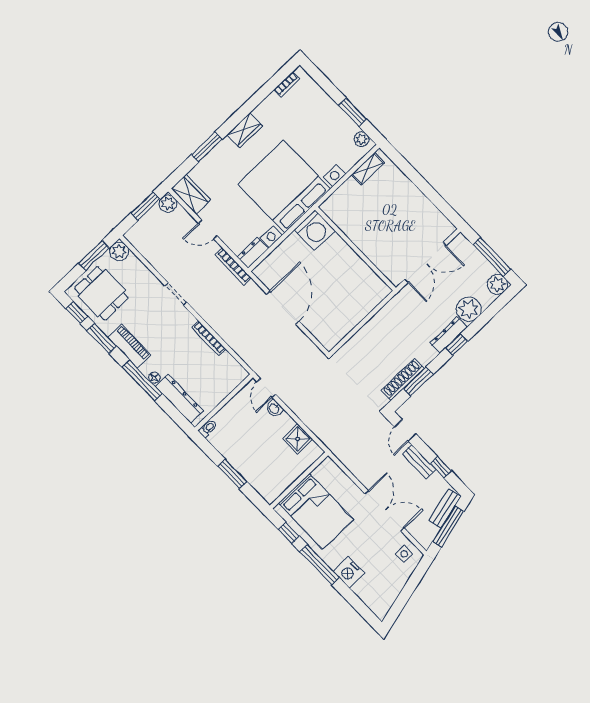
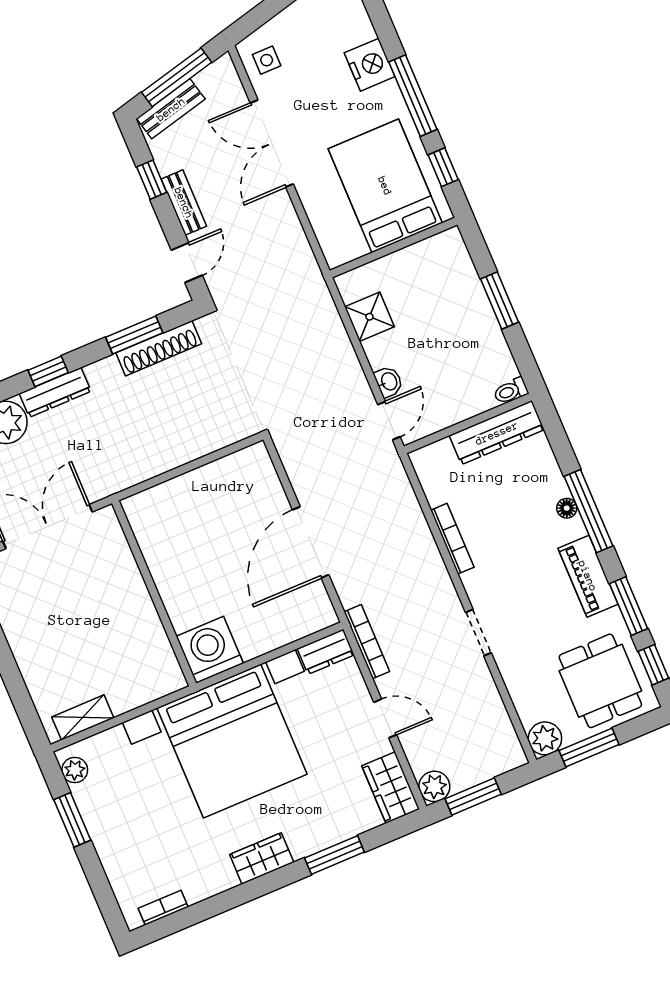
dresser: (179, 399) -> (497, 433), moved, turned -90

